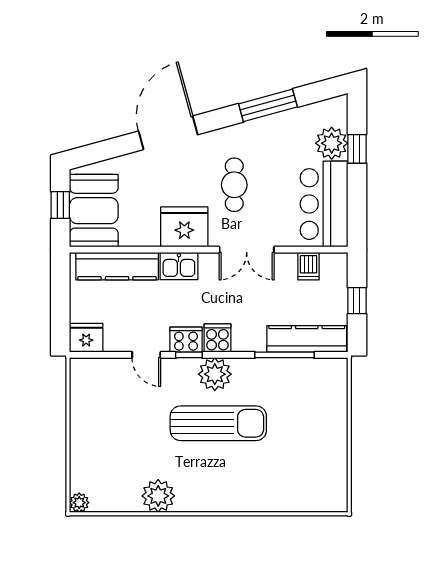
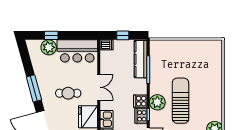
window: (268, 105) -> (34, 88), moved
dishwasher: (309, 266) -> (106, 45), moved

